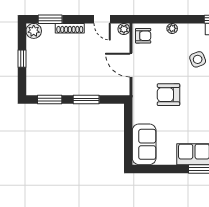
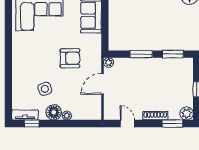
plant: (124, 29) -> (109, 63), moved
floor lamp: (187, 32) -> (54, 112), added
armchair: (143, 36) -> (92, 109), removed
door: (131, 65) -> (102, 84), swing flipped

